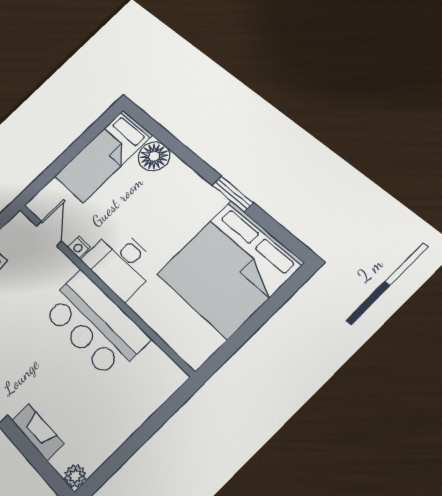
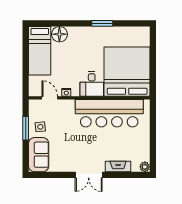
desk: (120, 263) -> (92, 84), width x0.73
bed: (229, 269) -> (127, 72), moved, turned 180
bar counter: (95, 324) -> (109, 113), width x1.36

